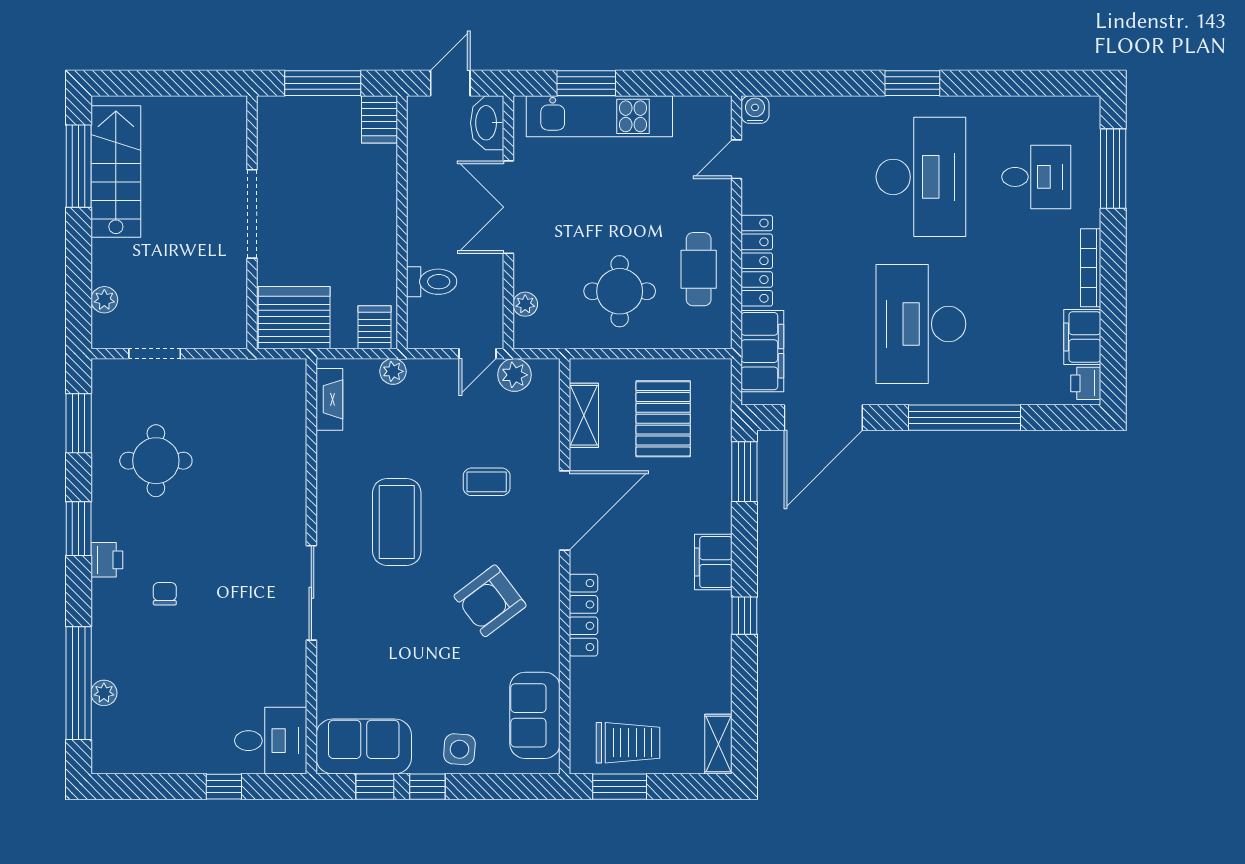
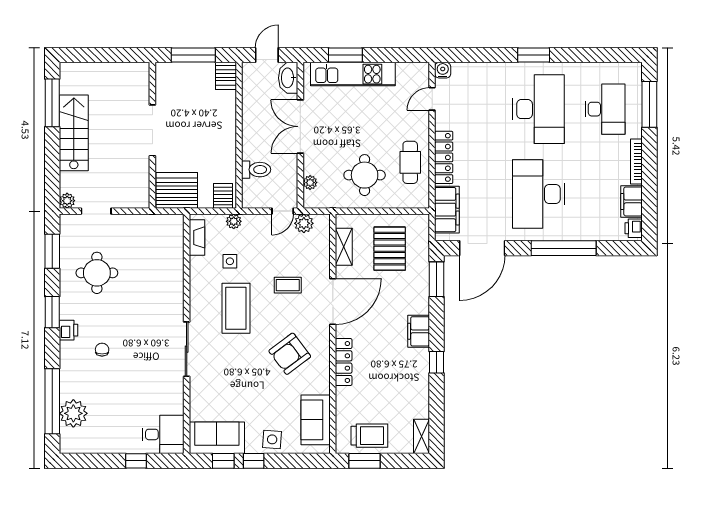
stairs: (116, 171) -> (74, 133), moved
desk: (1036, 177) -> (605, 109), width x1.37
plant: (104, 300) -> (67, 201), moved
side table: (386, 441) -> (230, 261), added
plant: (104, 693) -> (73, 413), width x1.88, depth x1.88

